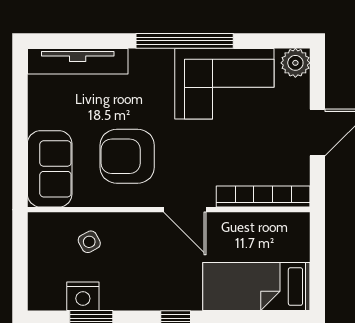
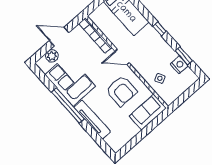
tv unit: (78, 61) -> (92, 120), moved
plant: (295, 63) -> (52, 56), moved
door: (185, 210) -> (122, 57), swing flipped

